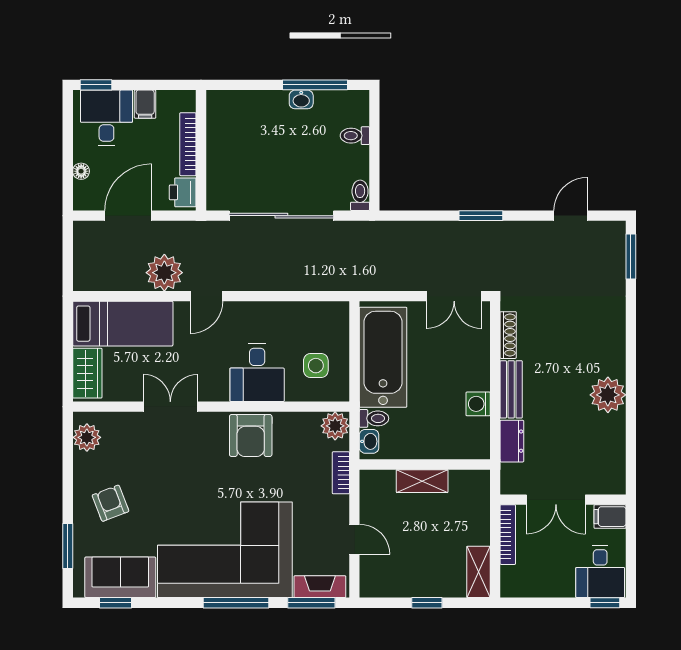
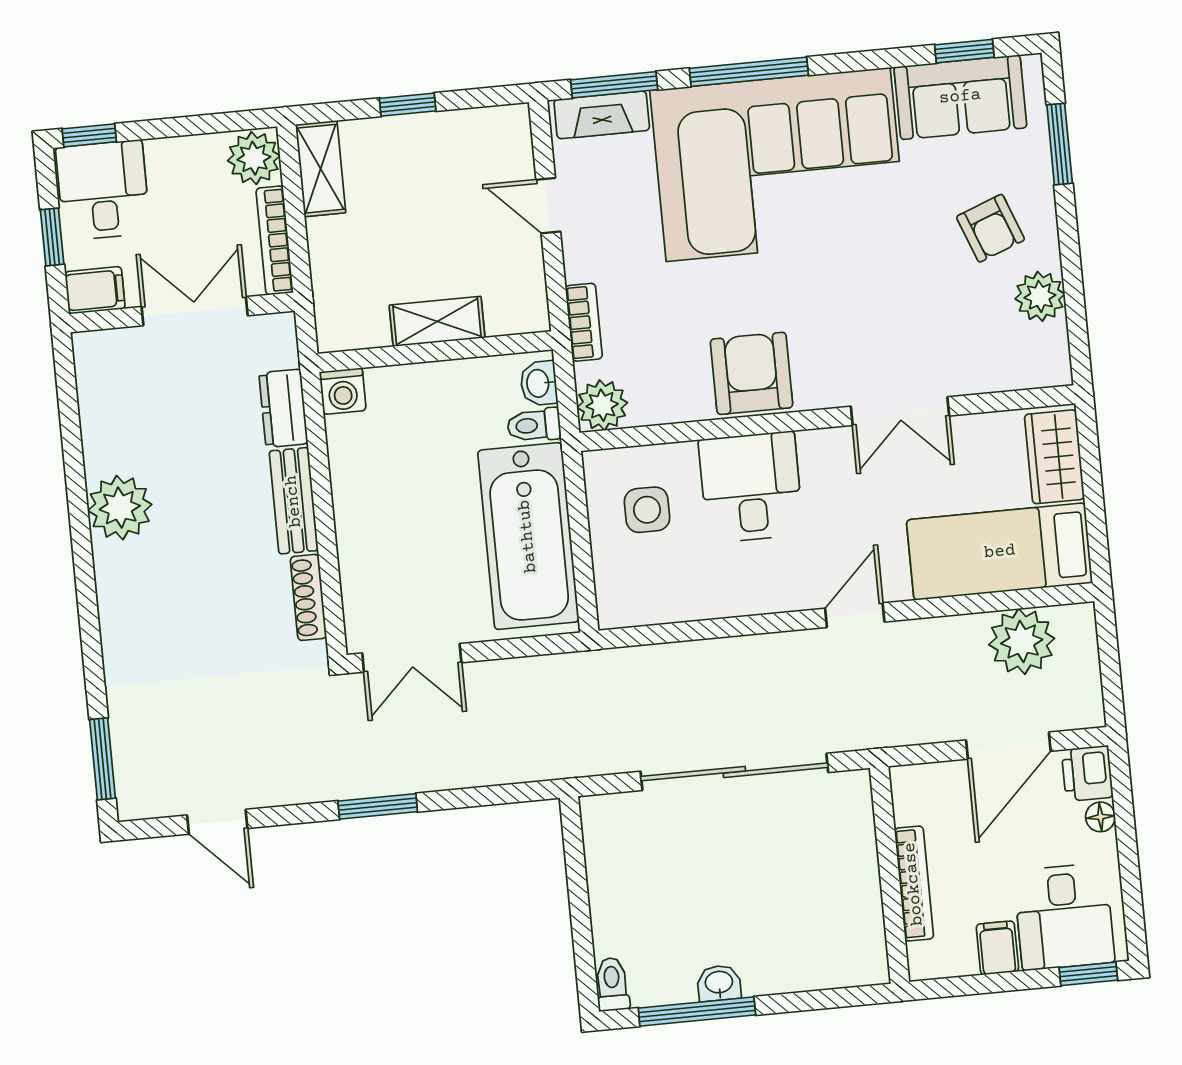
toilet: (355, 136) -> (612, 984), moved, turned -90
printer: (183, 192) -> (1087, 773), moved, turned 180
toilet: (360, 195) -> (597, 822), removed
door: (571, 216) -> (217, 822), hinge flipped
plant: (164, 273) -> (1022, 641), moved
double door: (454, 296) -> (412, 658), swing flipped
washing machine: (478, 404) -> (343, 391), moved, turned 90
plant: (87, 437) -> (1040, 296), moved
window: (631, 548) -> (52, 237), added
plant: (515, 581) -> (254, 158), added

